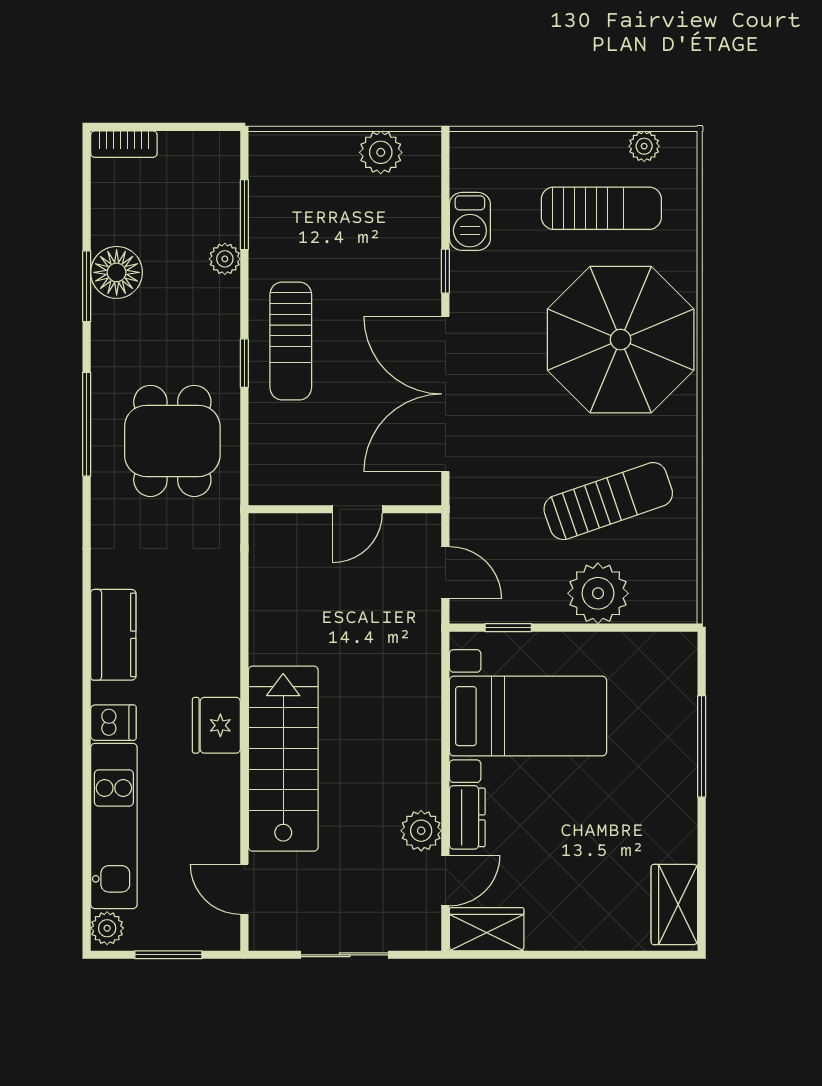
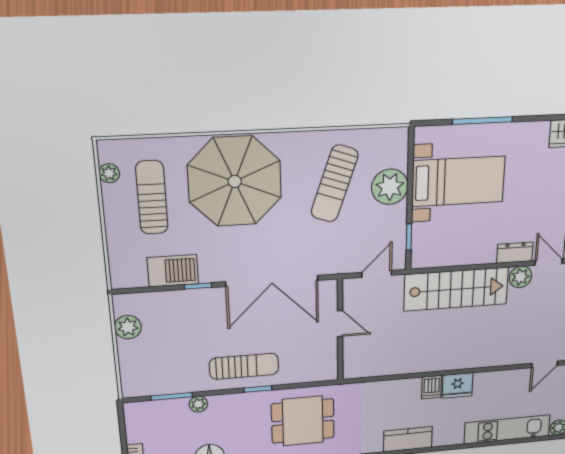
barbecue: (470, 221) -> (173, 271), width x1.38, depth x1.27
sun lounger: (608, 501) -> (335, 184), turned -142
bed with nightstands: (528, 716) -> (458, 181), moved, turned 90
dishwasher: (113, 723) -> (432, 387), moved, turned 180
stairs: (283, 759) -> (456, 289), moved, turned 180

